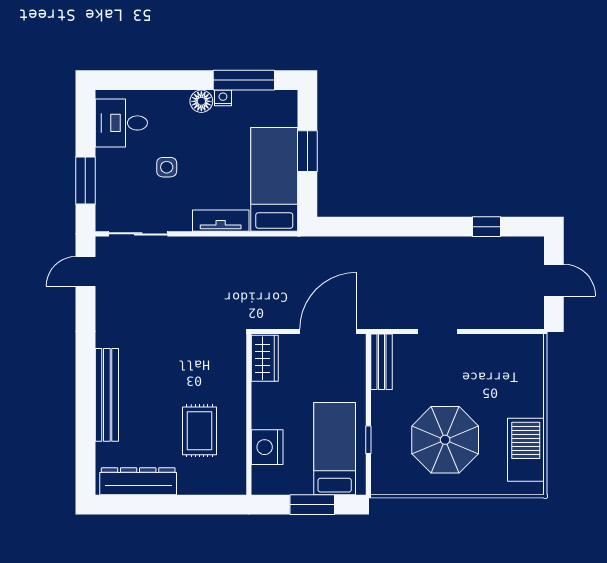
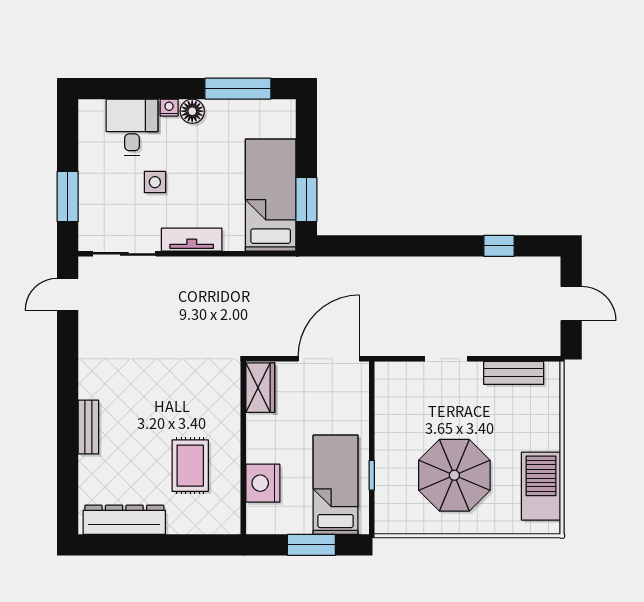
nightstand: (223, 98) -> (169, 108), moved
desk: (121, 123) -> (132, 127), moved, turned 90
window: (307, 151) -> (306, 199), moved
tv unit: (221, 221) -> (192, 240), moved
bench: (382, 362) -> (514, 373), moved, turned 90
bench: (107, 395) -> (88, 427), width x0.54, depth x0.82

